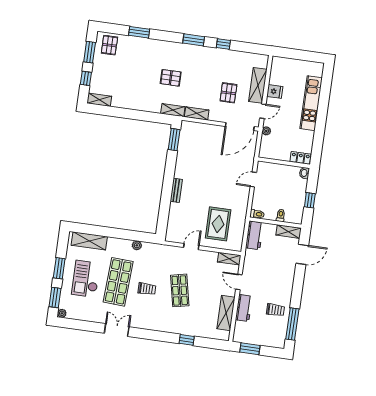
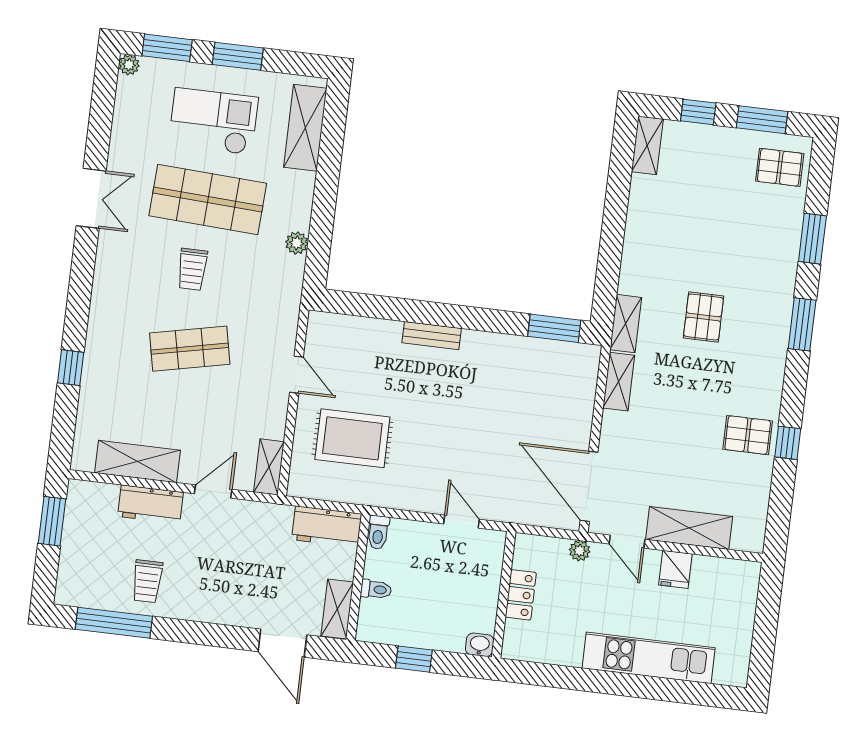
window: (194, 40) -> (802, 324), moved
pallet: (228, 93) -> (748, 435), moved
locker: (300, 158) -> (521, 595), moved

